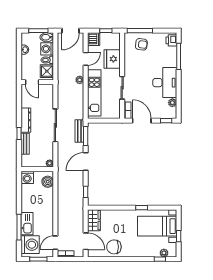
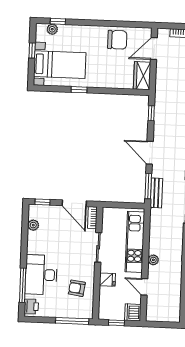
door: (71, 31) -> (163, 325), removed
armchair: (141, 44) -> (77, 288), moved
door: (86, 59) -> (144, 287), hinge flipped
fridge: (112, 59) -> (107, 280), width x0.53, depth x0.75
desk: (165, 83) -> (41, 275), moved
door: (86, 162) -> (150, 153), swing flipped
door: (86, 241) -> (154, 49), hinge flipped

